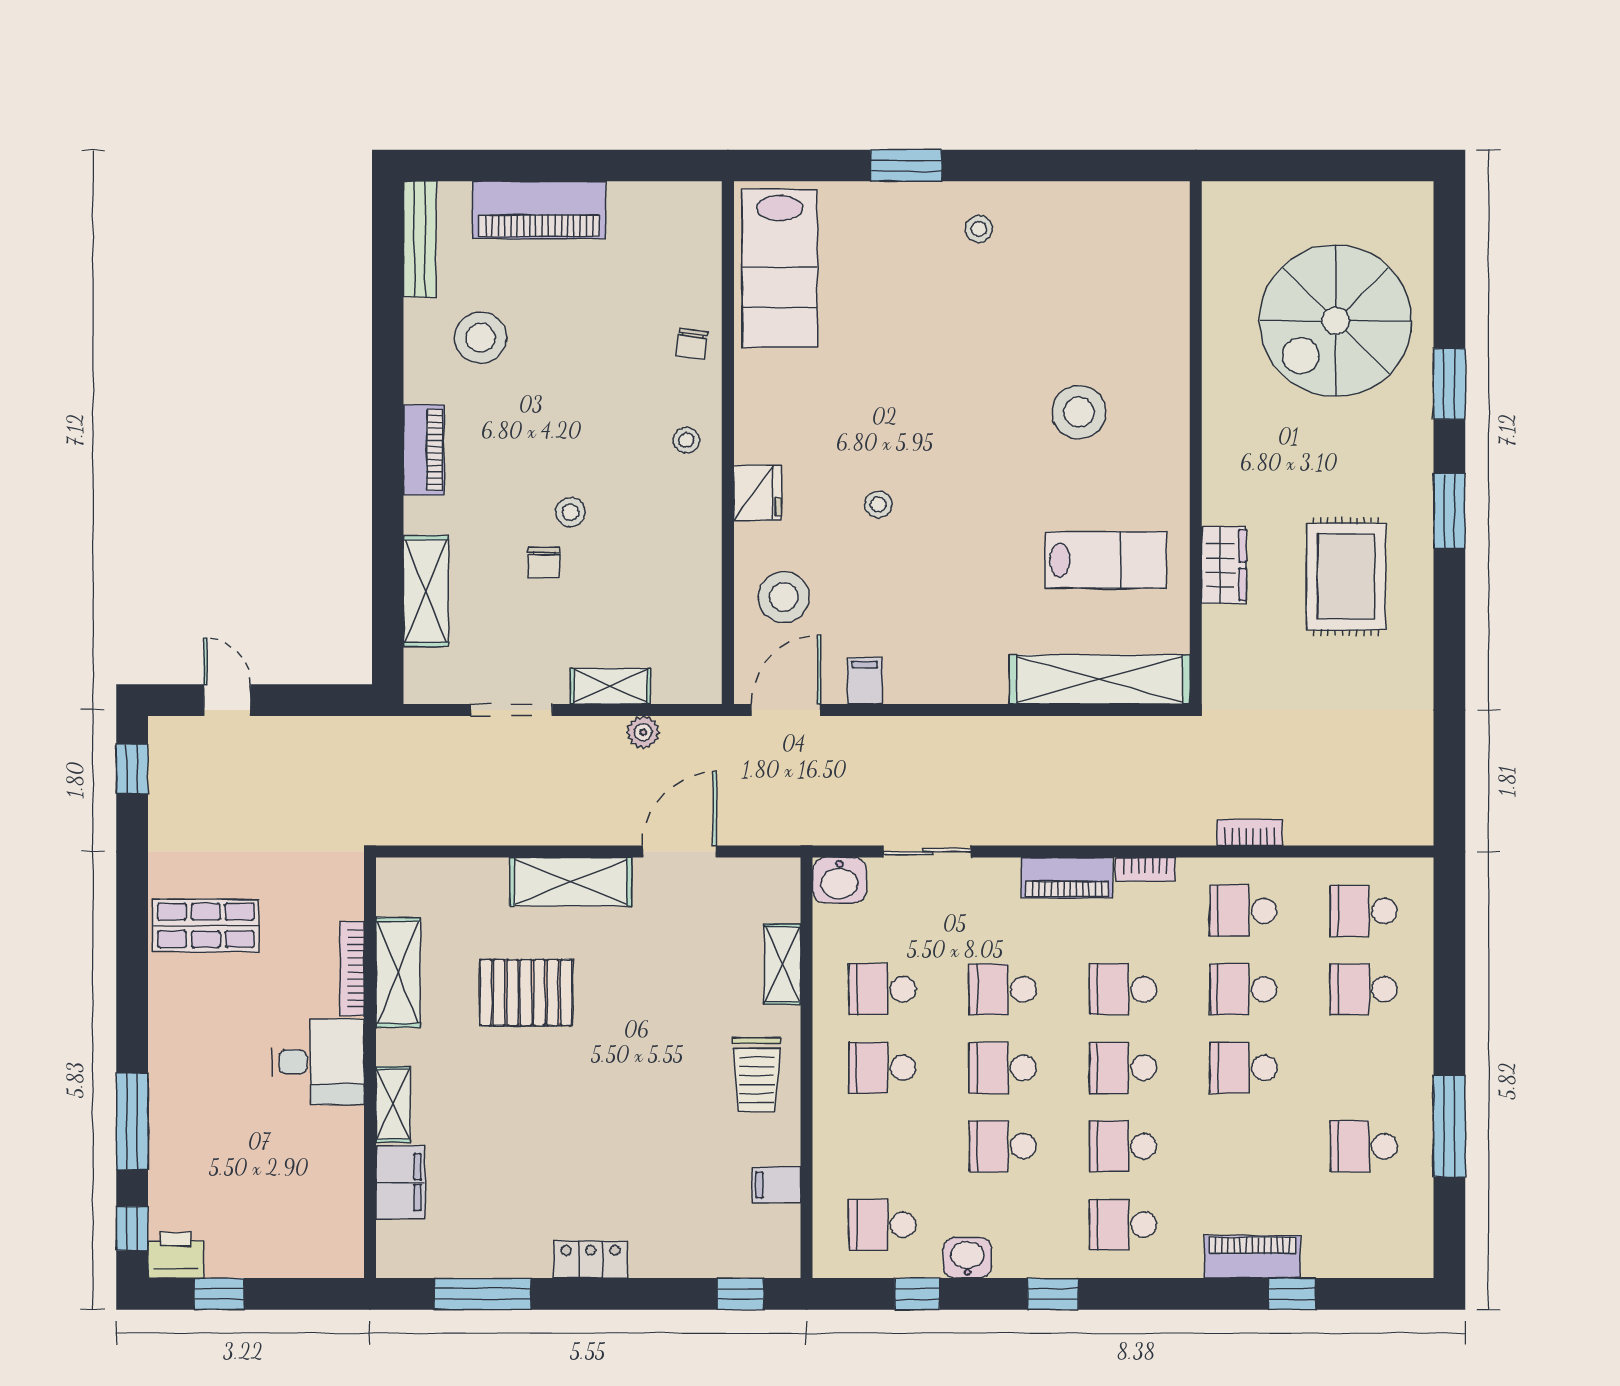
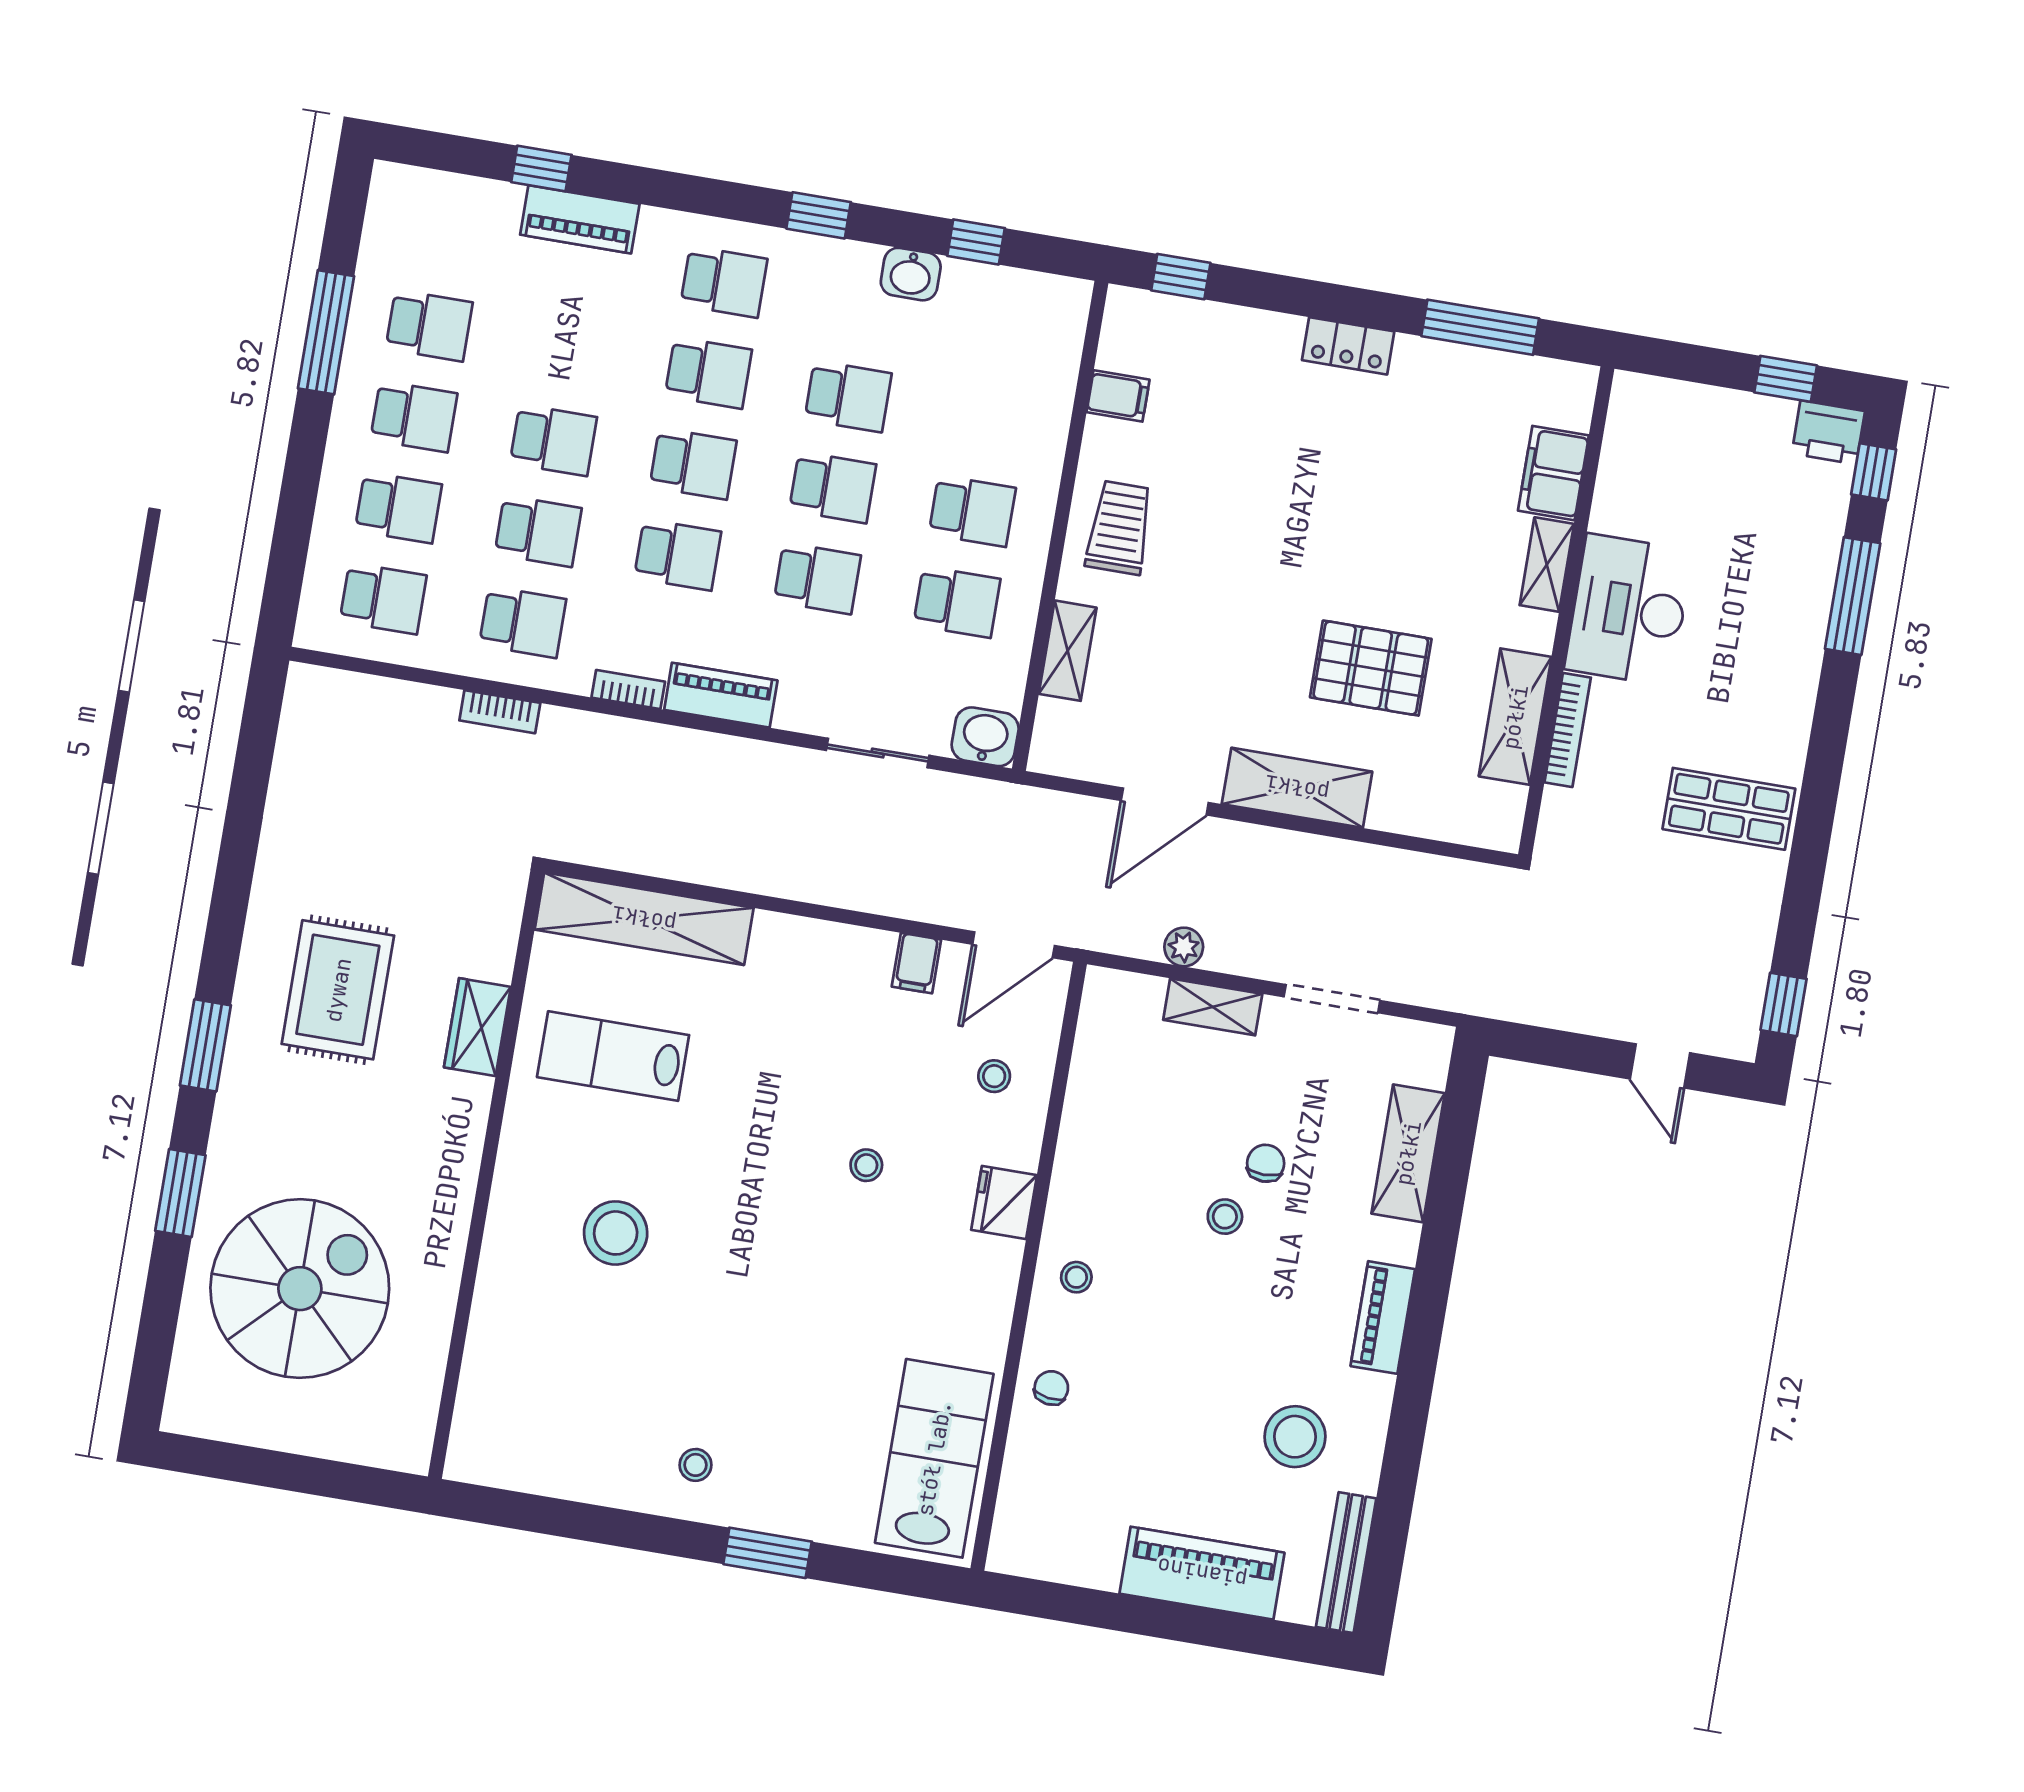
stool: (784, 597) -> (994, 1076), width x0.53, depth x0.53
desk: (318, 1062) -> (1629, 610), width x1.37
school desk: (882, 1225) -> (414, 417), moved

